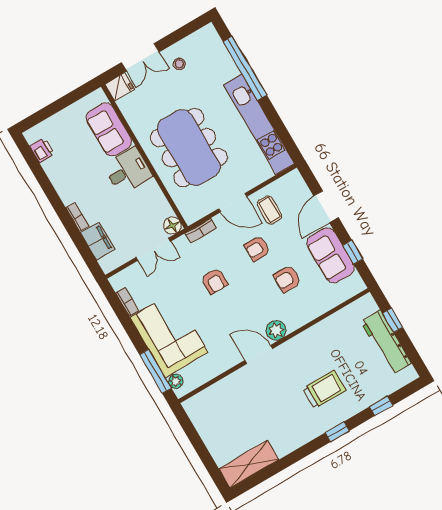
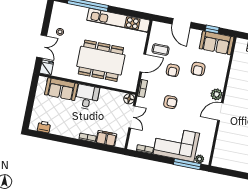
sofa: (330, 255) -> (217, 43), moved

